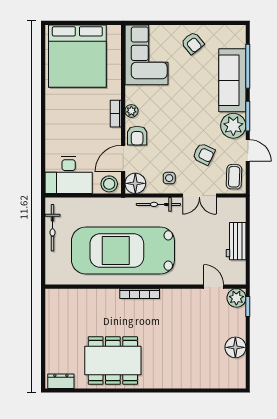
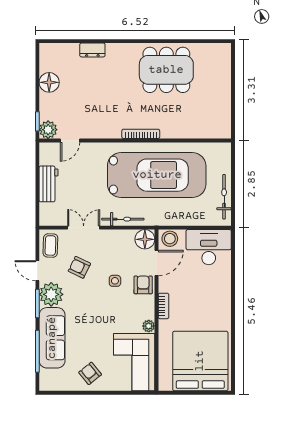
plant: (131, 111) -> (149, 326), moved
side table: (169, 178) -> (115, 281), moved
door: (214, 287) -> (70, 140), hinge flipped
dresser: (61, 381) -> (92, 50), moved

